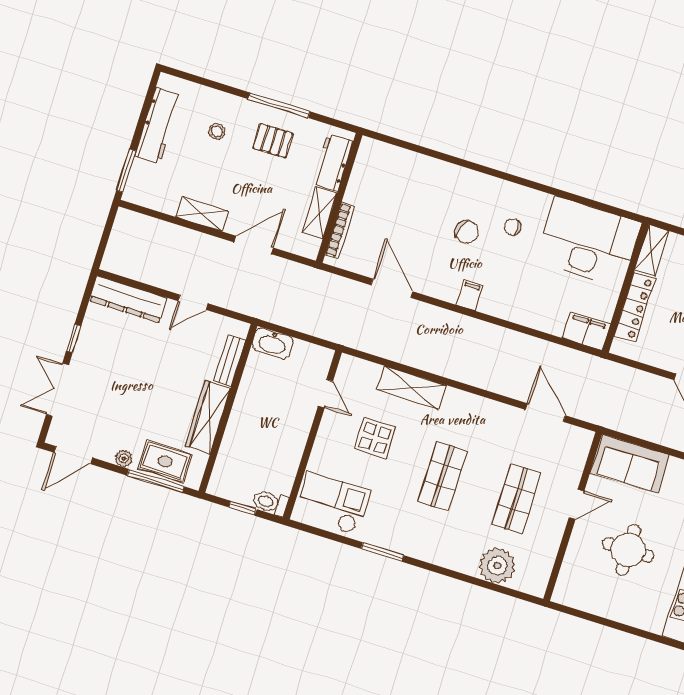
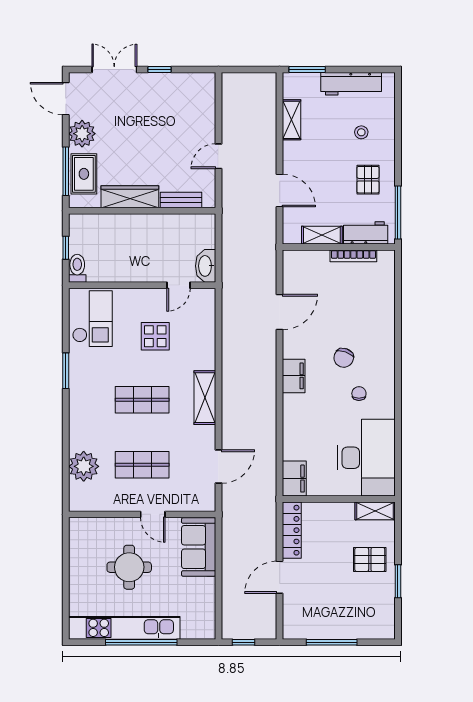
window: (279, 105) -> (398, 213), moved
shelving: (202, 214) -> (291, 120), moved
bookcase: (340, 231) -> (353, 256), moved
filing cabinet: (469, 295) -> (294, 376), width x2.00
dresser: (128, 299) -> (205, 103), removed
door: (193, 302) -> (218, 156), hinge flipped
locker: (634, 307) -> (292, 530), moved, turned -90
washbasin: (272, 343) -> (206, 266), moved
shelving: (411, 388) -> (205, 398), moved
plant: (124, 459) -> (82, 134), width x1.88, depth x1.88

